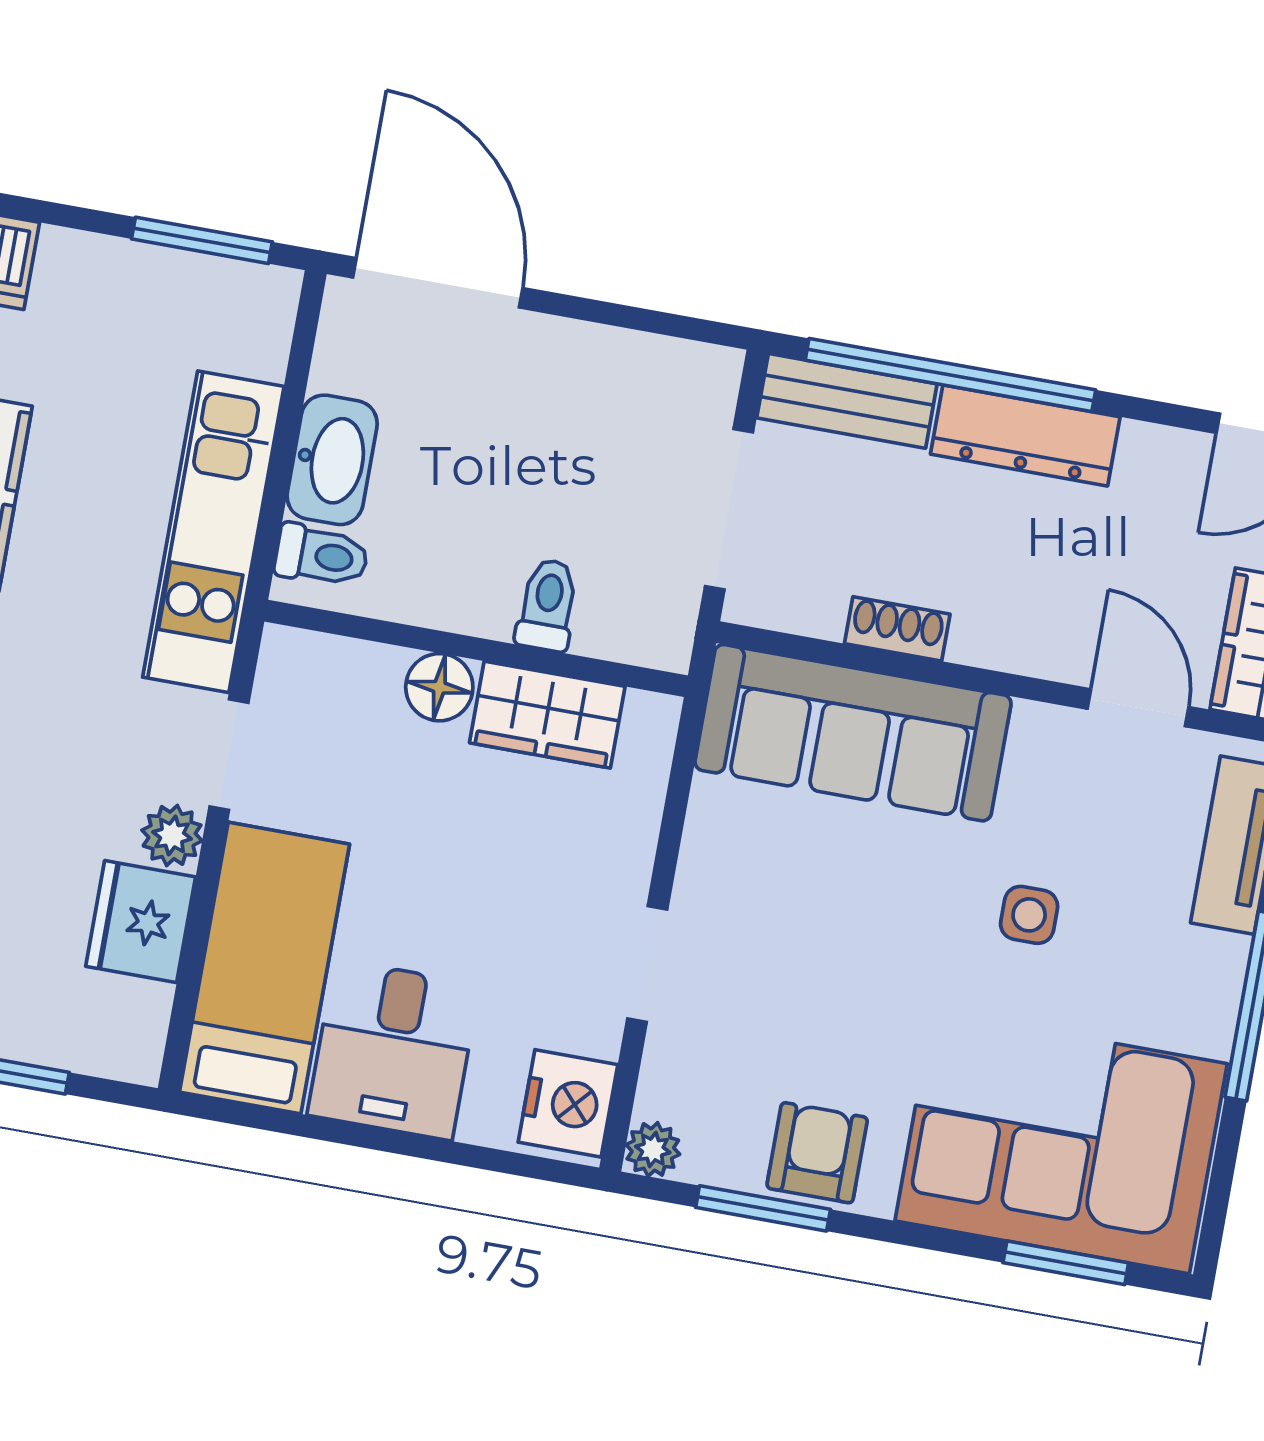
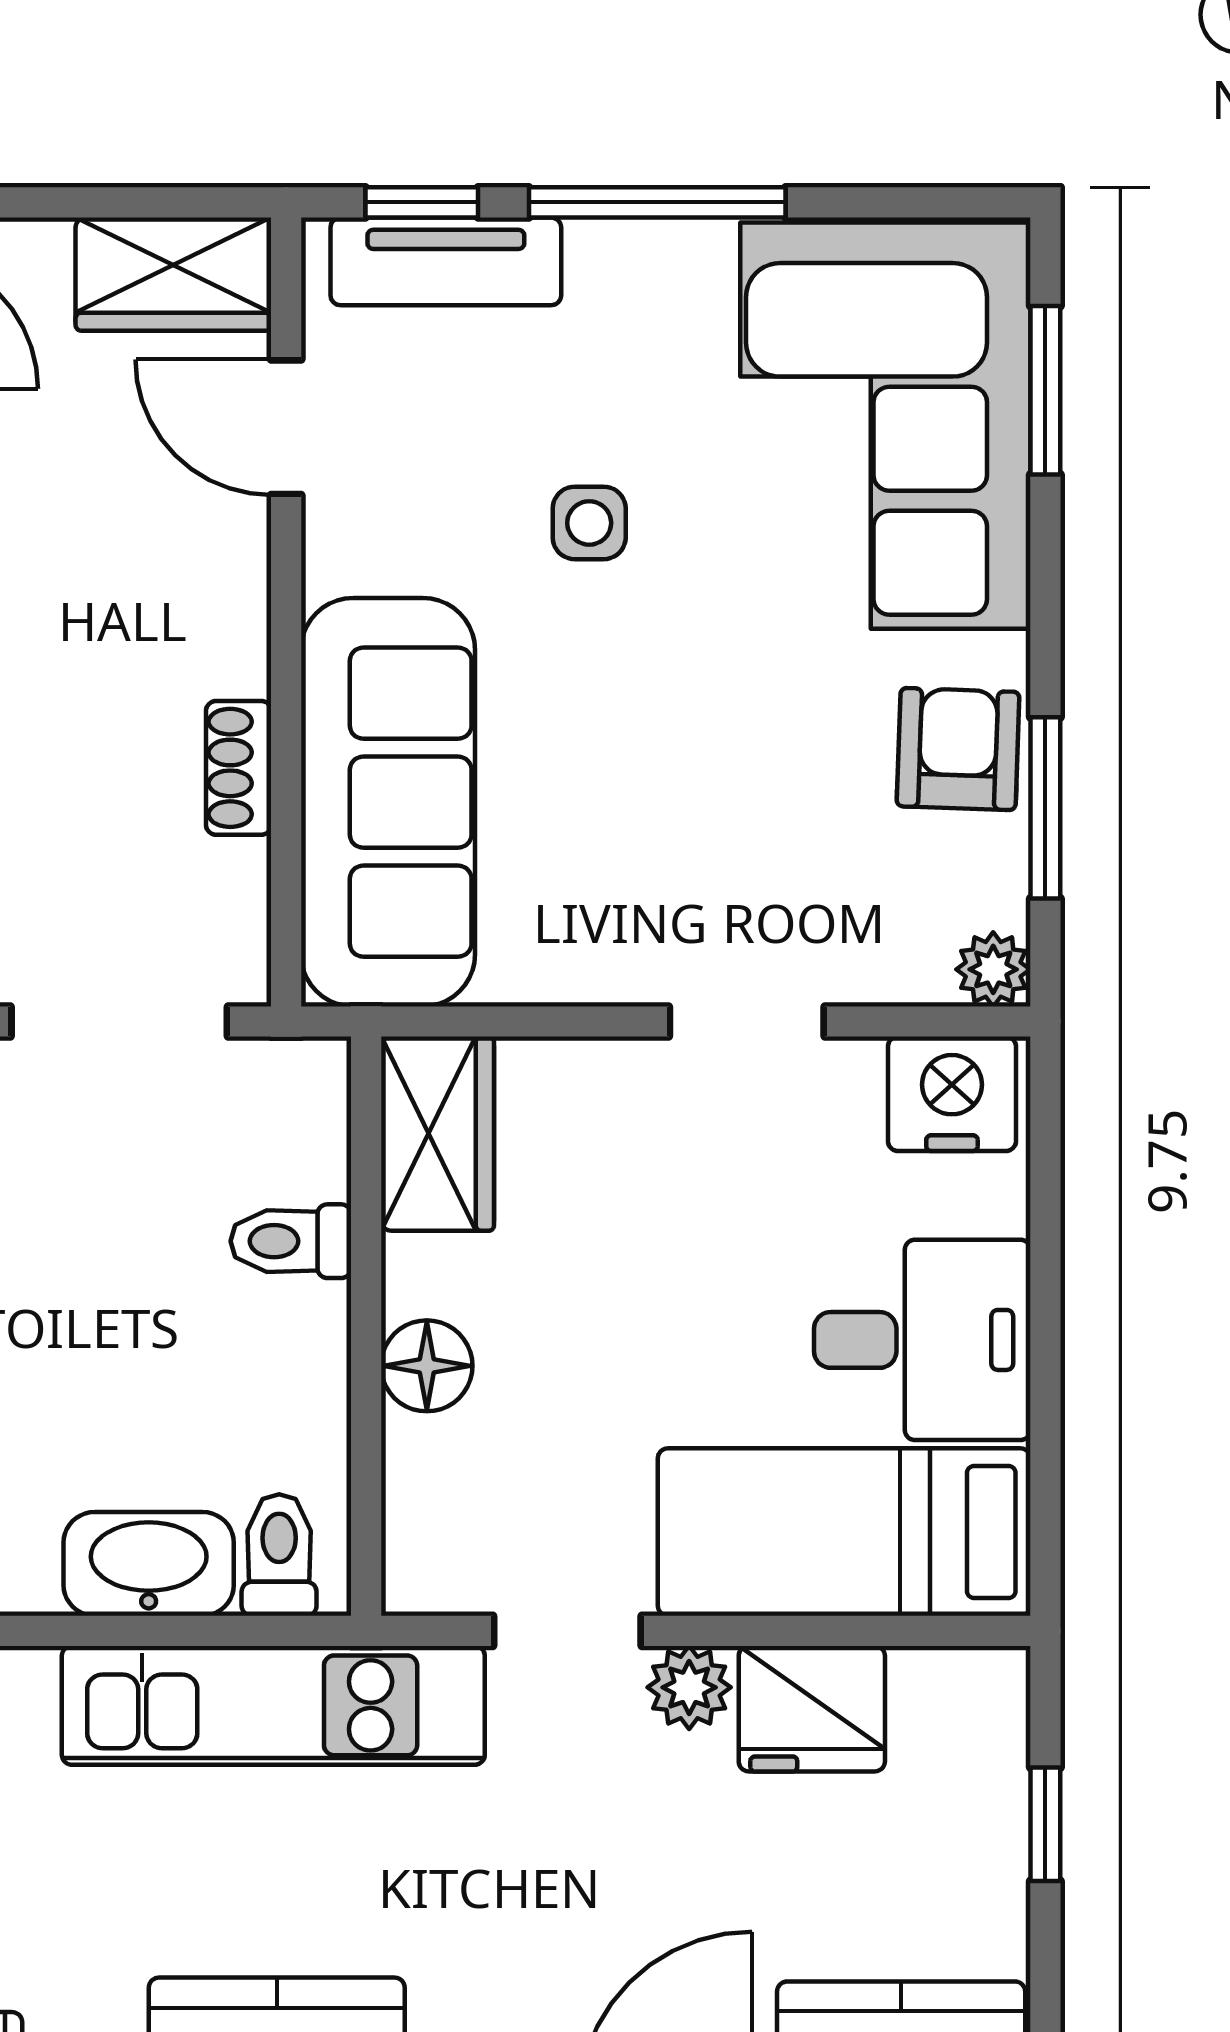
door: (1138, 708) -> (286, 427), hinge flipped
wardrobe: (547, 715) -> (437, 1134), moved
armchair: (817, 1153) -> (958, 749), turned 92

